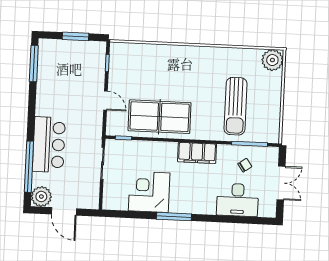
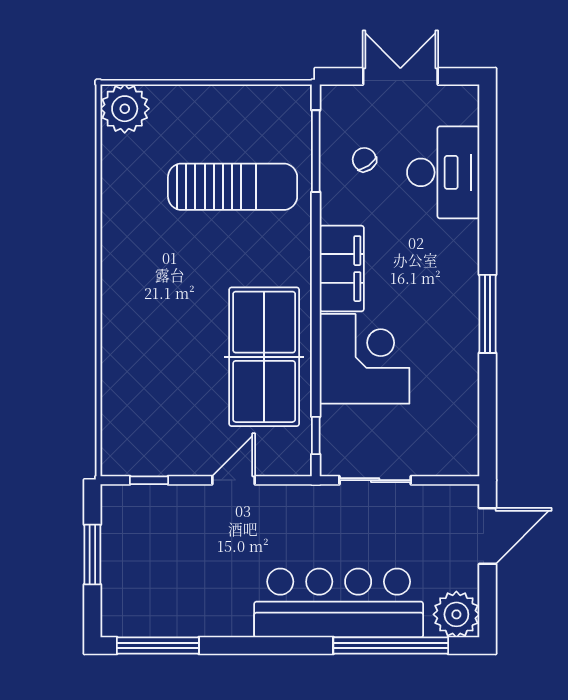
bar counter: (49, 145) -> (339, 603), width x1.36
corner desk: (149, 192) -> (364, 359), moved, turned 180
door: (64, 211) -> (487, 536), moved

